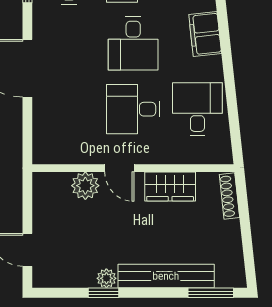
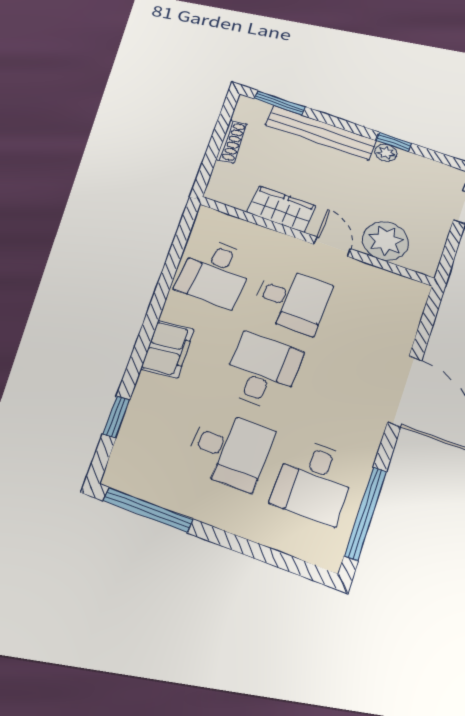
plant: (85, 186) -> (386, 241), width x1.36, depth x1.36
shoe rack: (229, 196) -> (232, 141), moved

